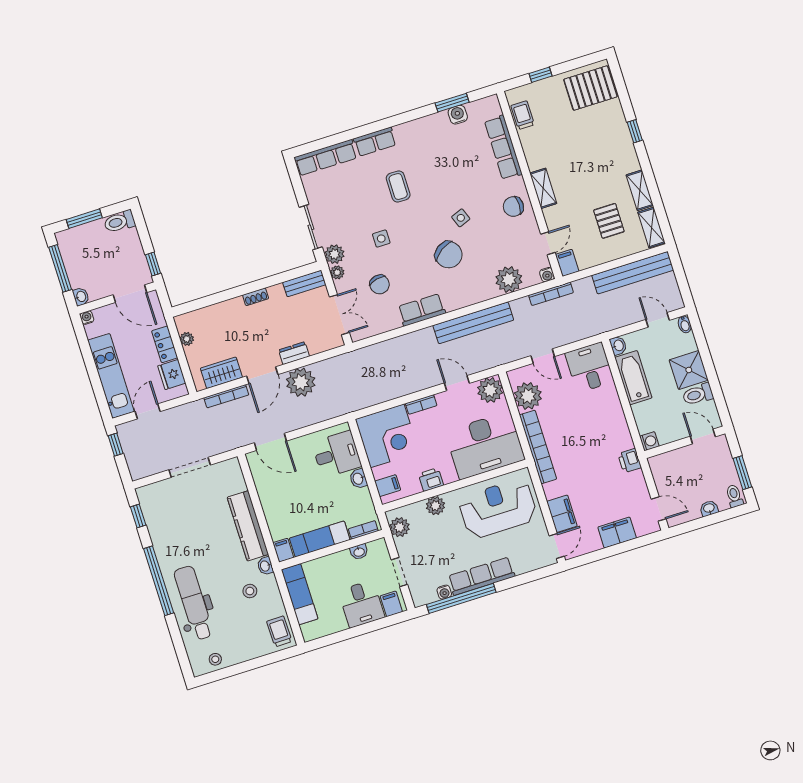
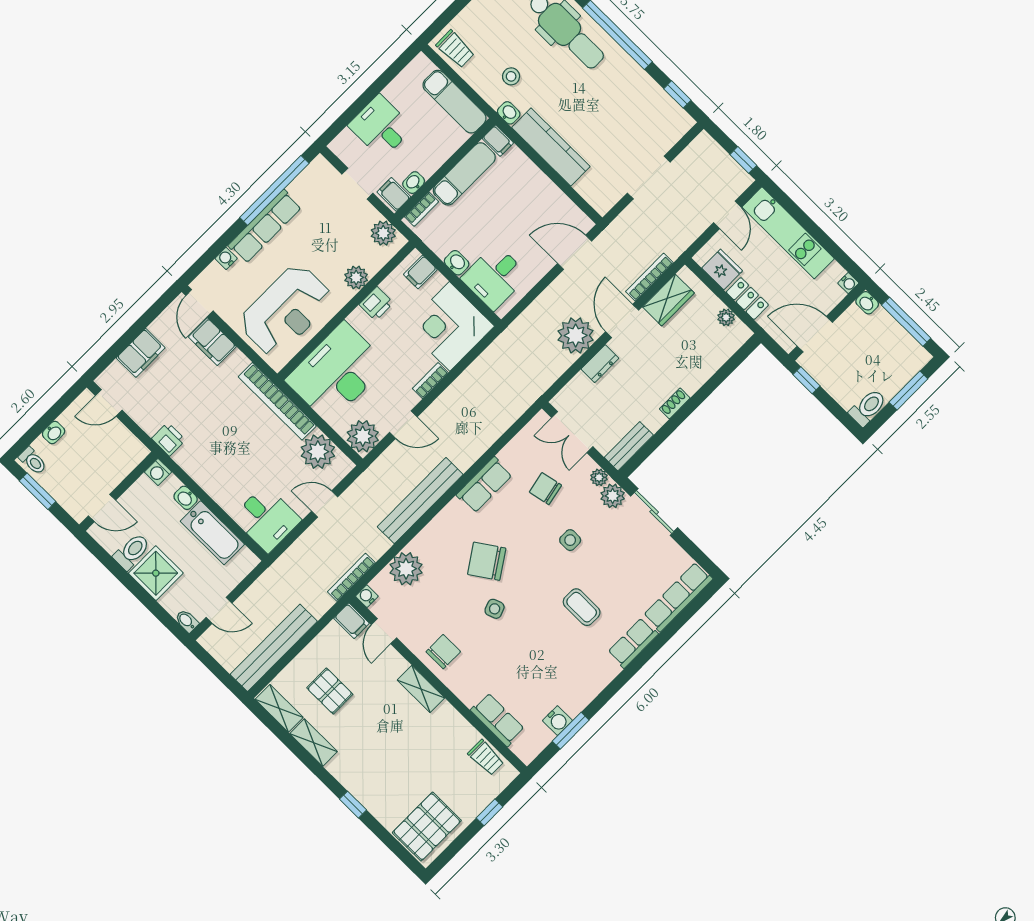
row of seats: (503, 148) -> (497, 720), width x0.68
washbasin: (618, 346) -> (186, 498), moved
water cooler: (444, 592) -> (226, 258), moved
filing cabinet: (391, 604) -> (394, 194), moved, turned 180

